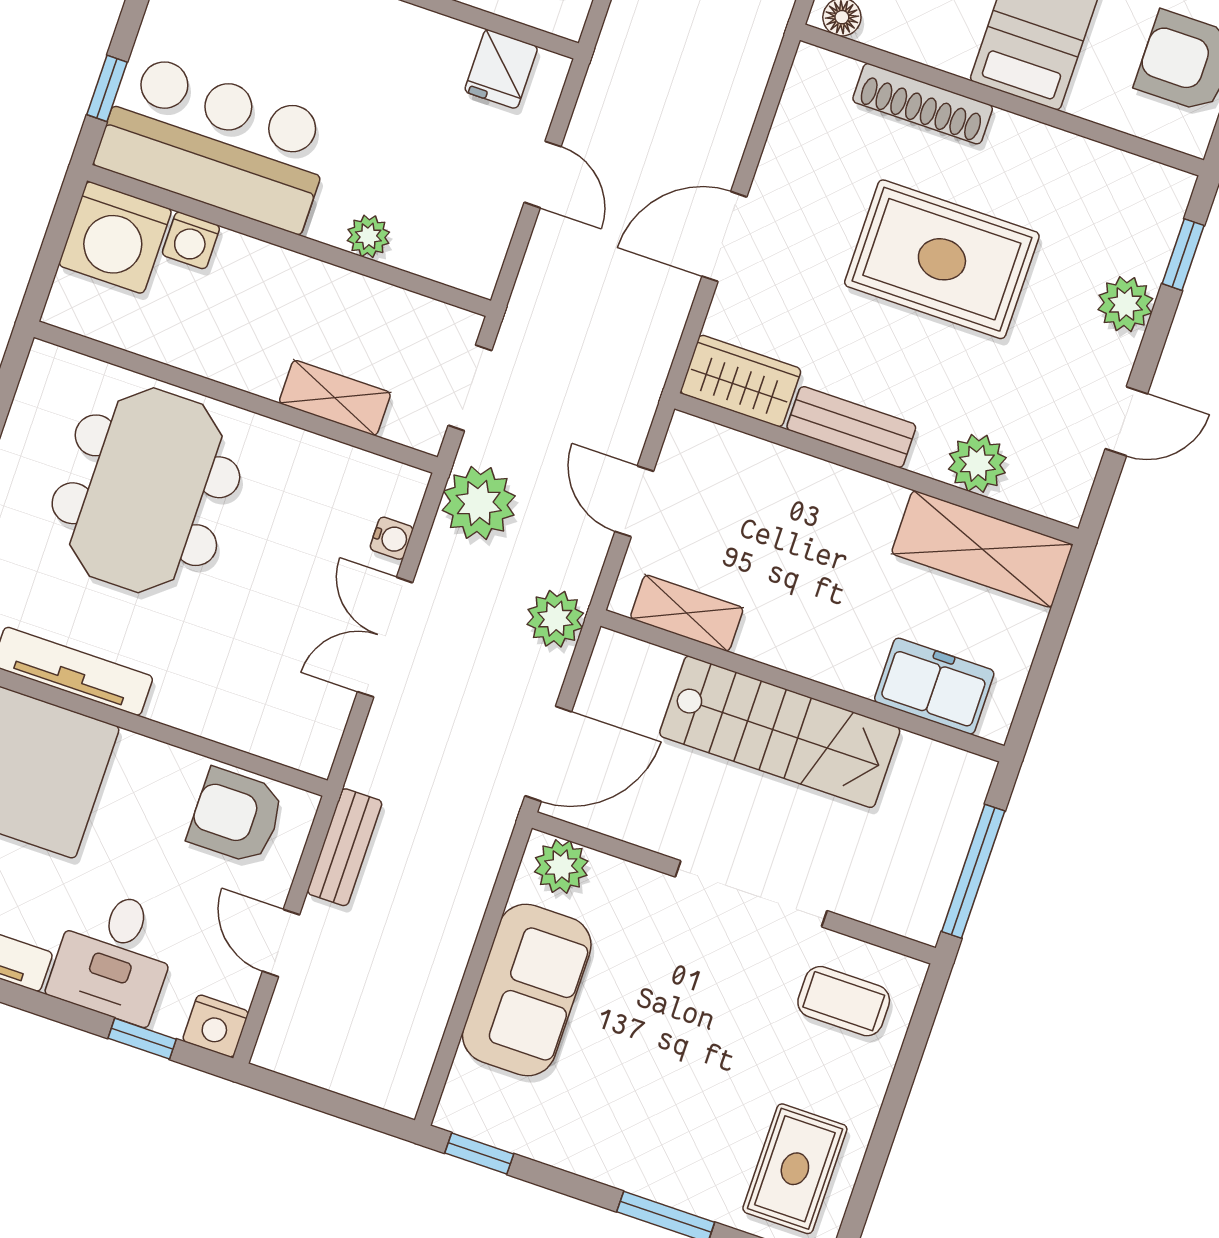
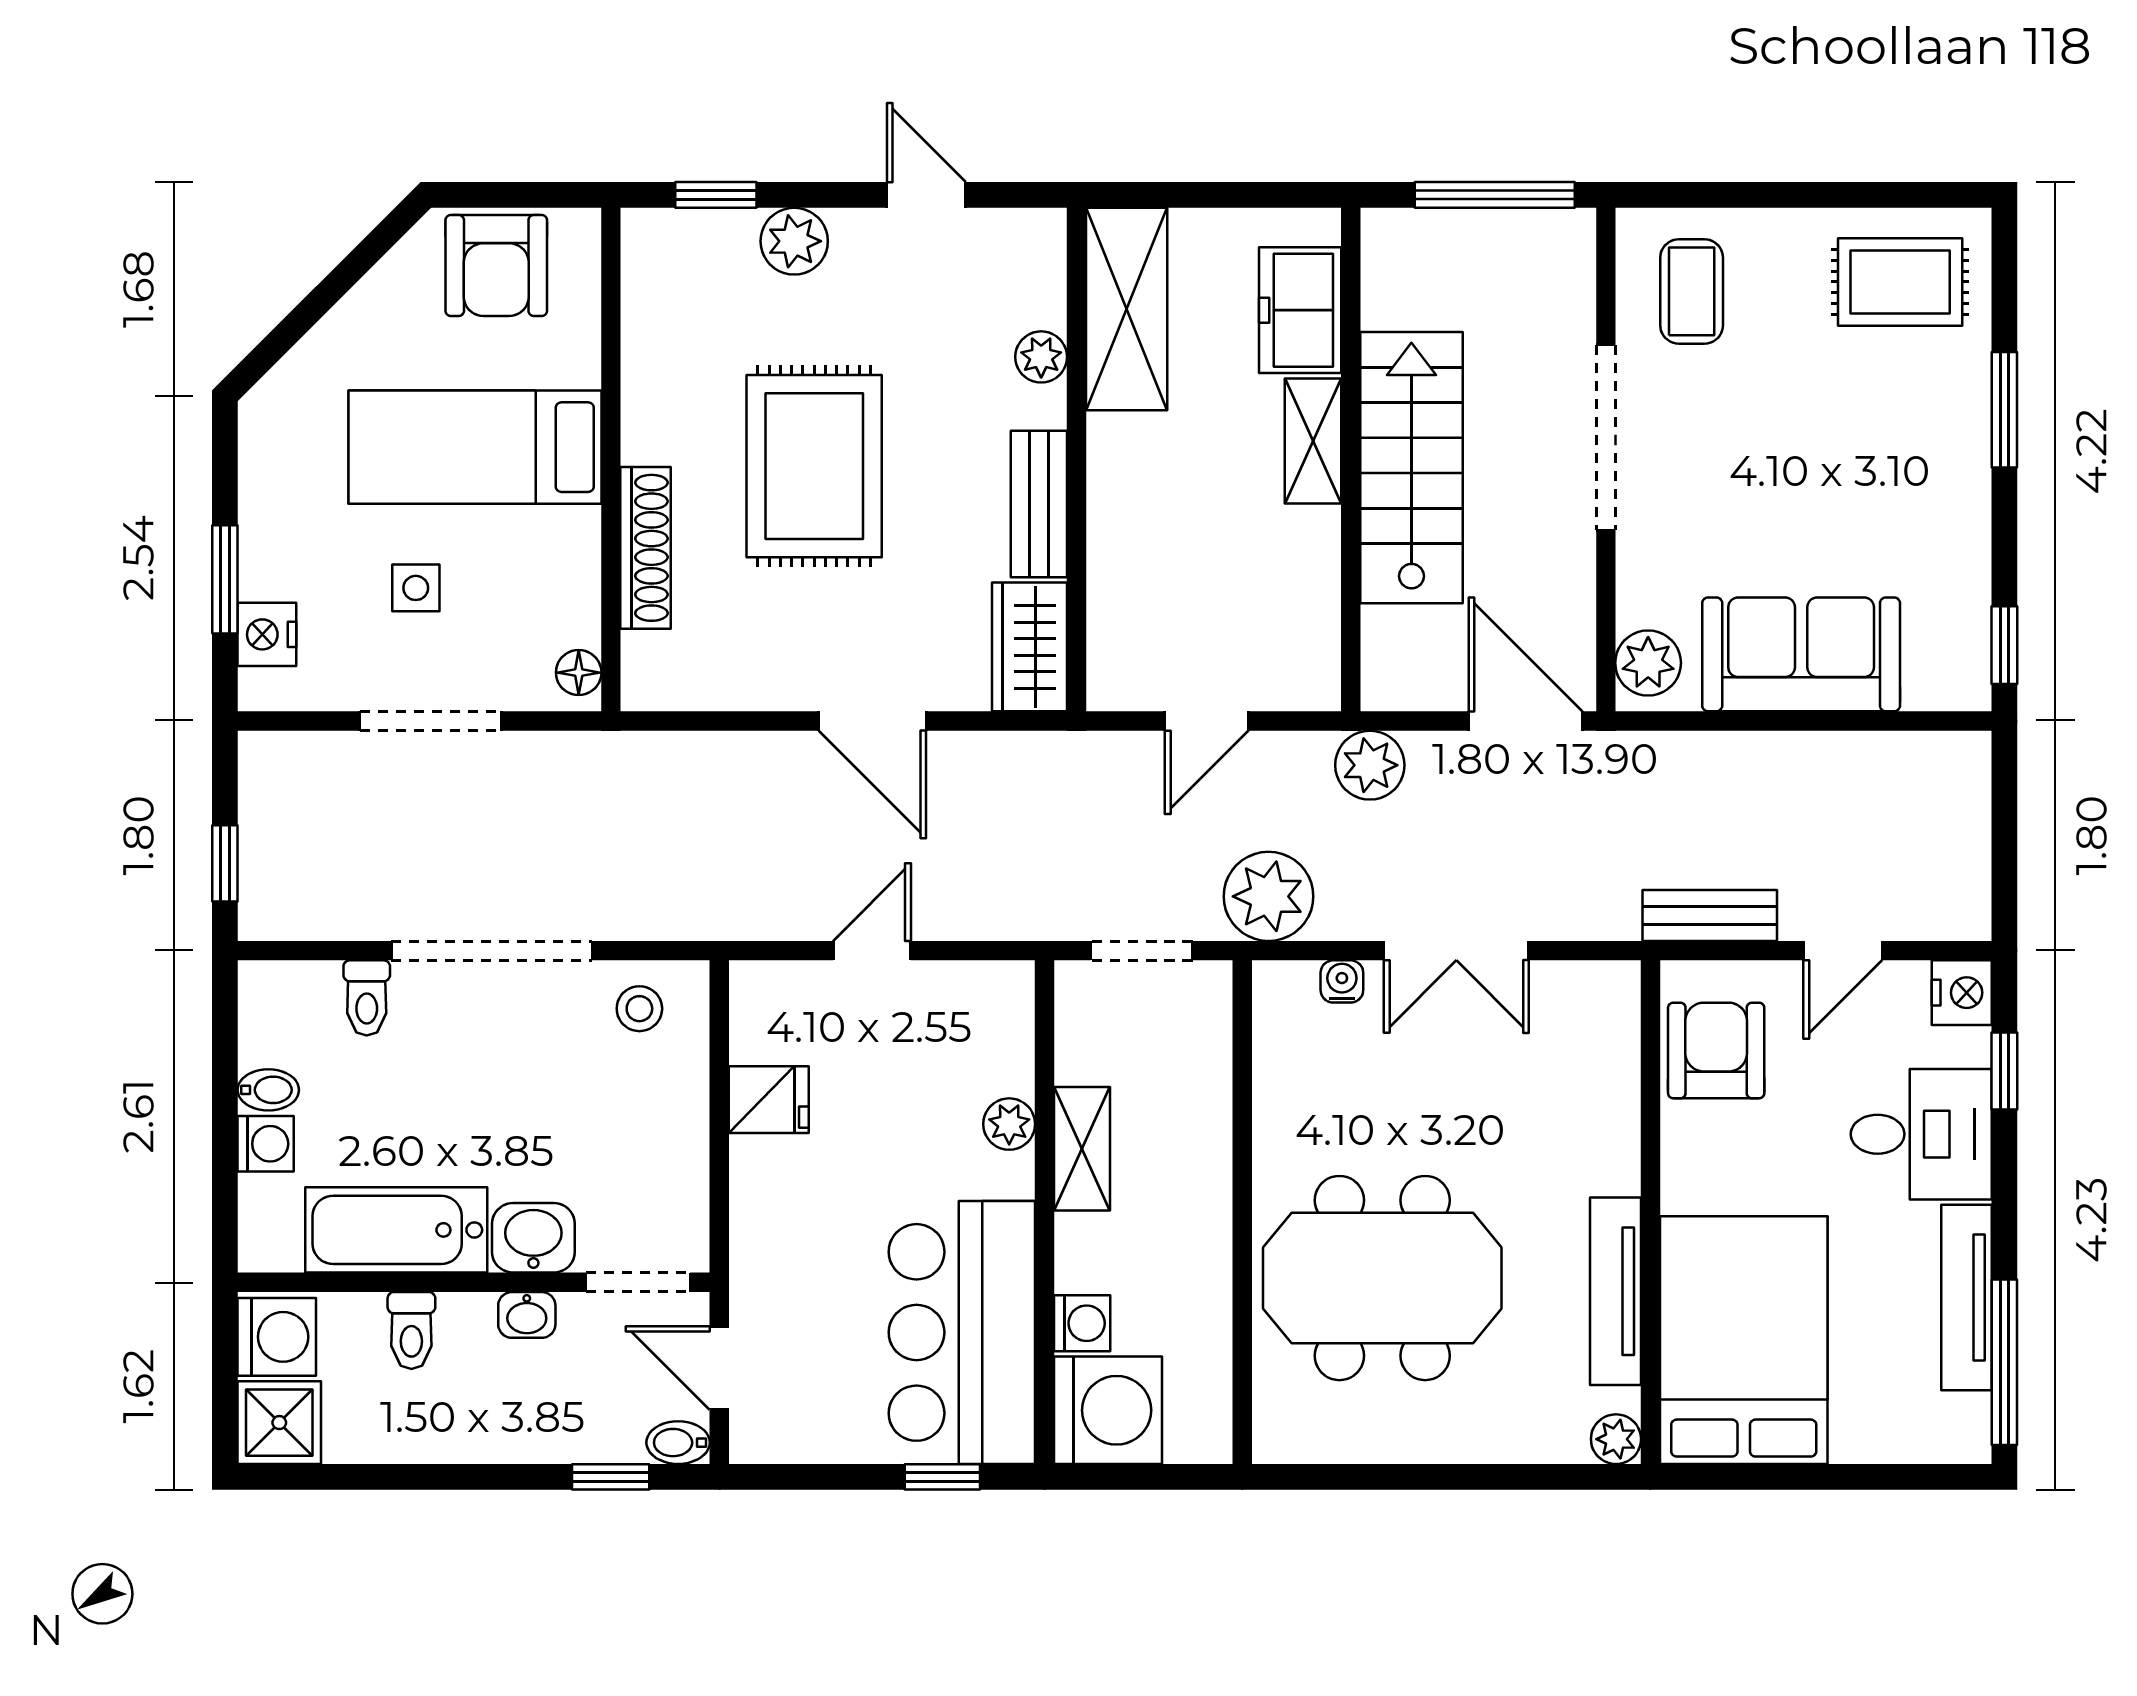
fridge: (501, 69) -> (769, 1100), moved
shelving: (335, 398) -> (1082, 1149), moved
plant: (977, 463) -> (1041, 357), width x0.73, depth x0.73
shelving: (687, 613) -> (1313, 441), moved
armchair: (236, 816) -> (1716, 1050), turned 180

